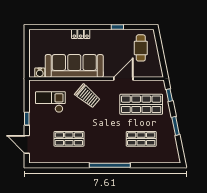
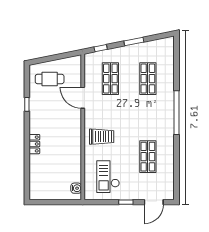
sofa: (74, 66) -> (69, 151), removed
trolley: (87, 96) -> (102, 137), turned 50
shop shelf: (141, 104) -> (110, 79), width x0.70, depth x0.74

